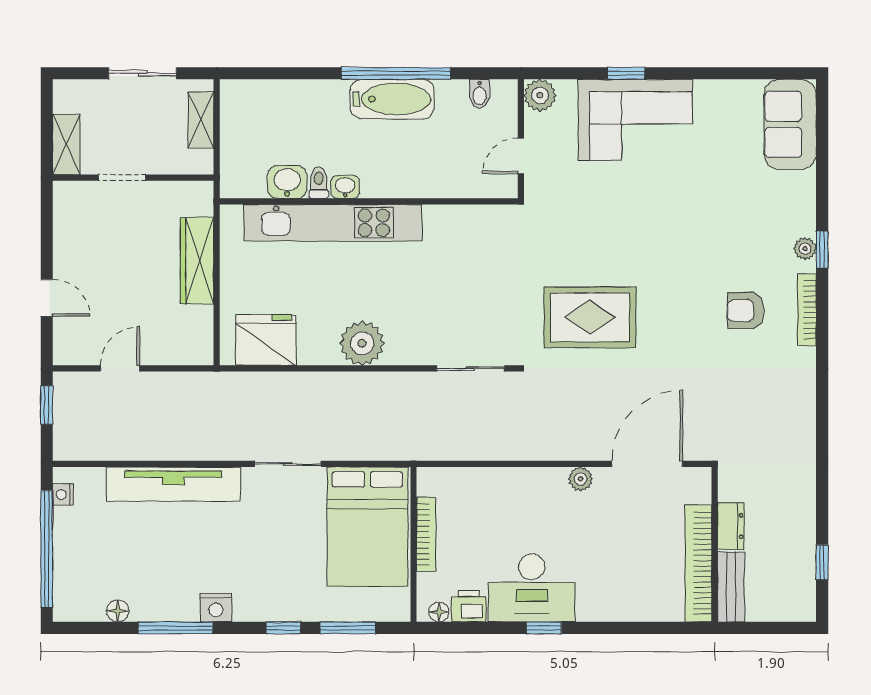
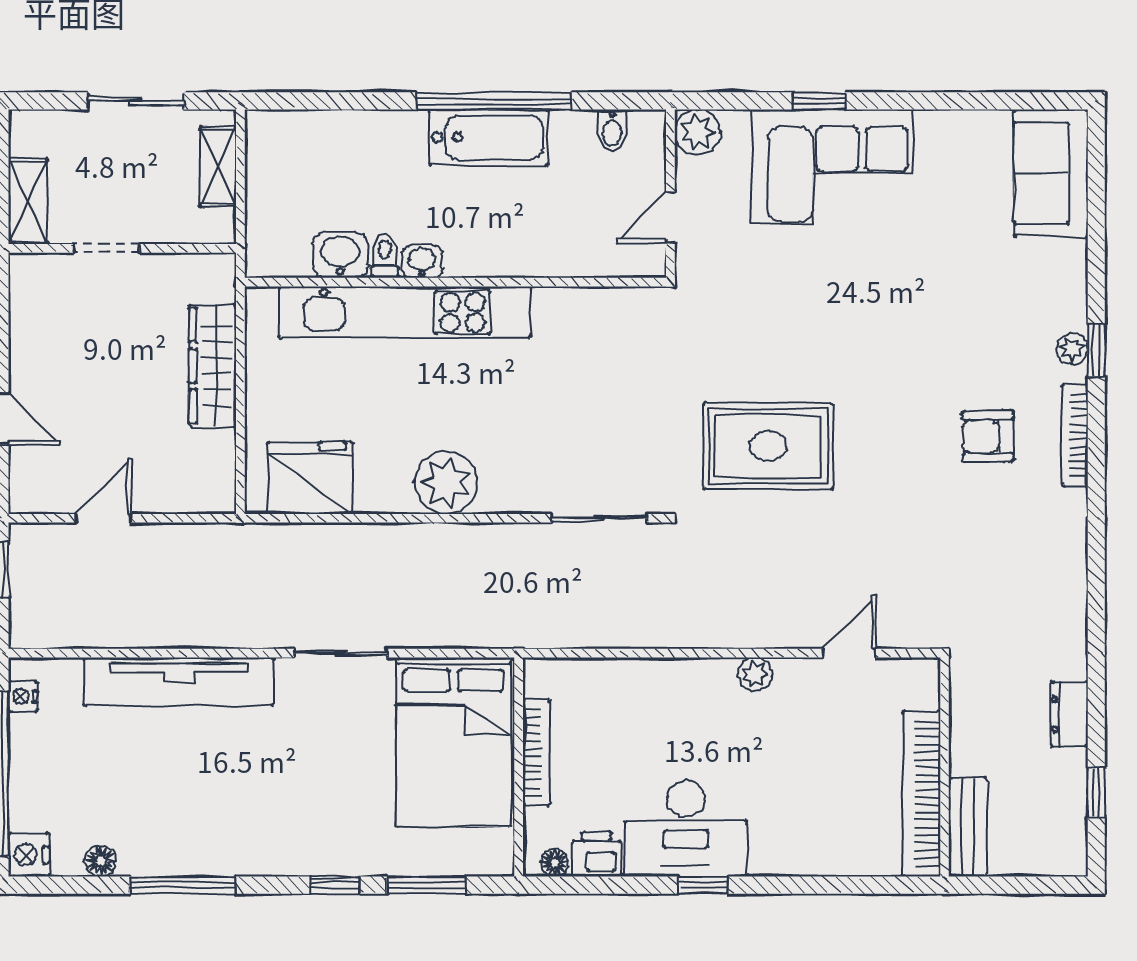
door: (647, 464) -> (849, 653), width x0.53
dresser: (731, 526) -> (1069, 714), moved, turned 180
nightstand: (216, 608) -> (29, 855), moved, turned 90

